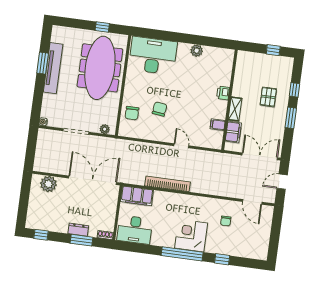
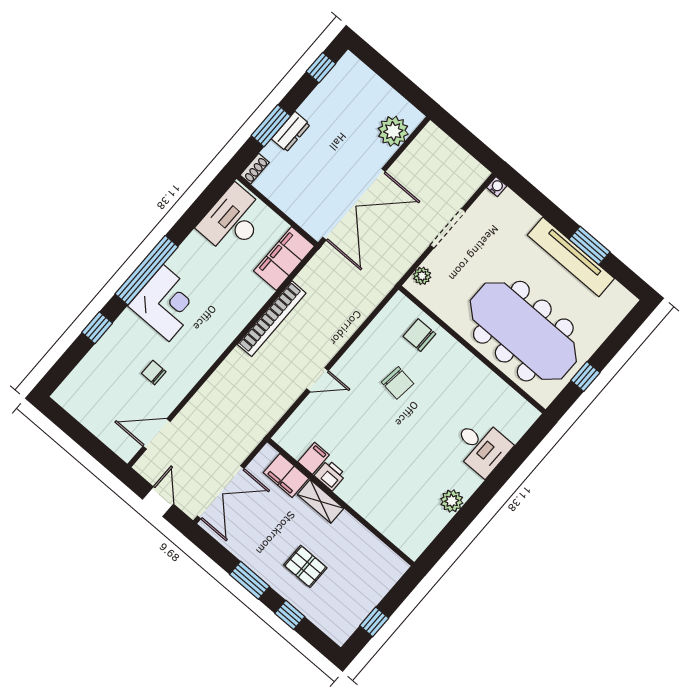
desk: (153, 56) -> (481, 447), width x0.53, depth x0.77
printer: (223, 93) -> (330, 475), moved

